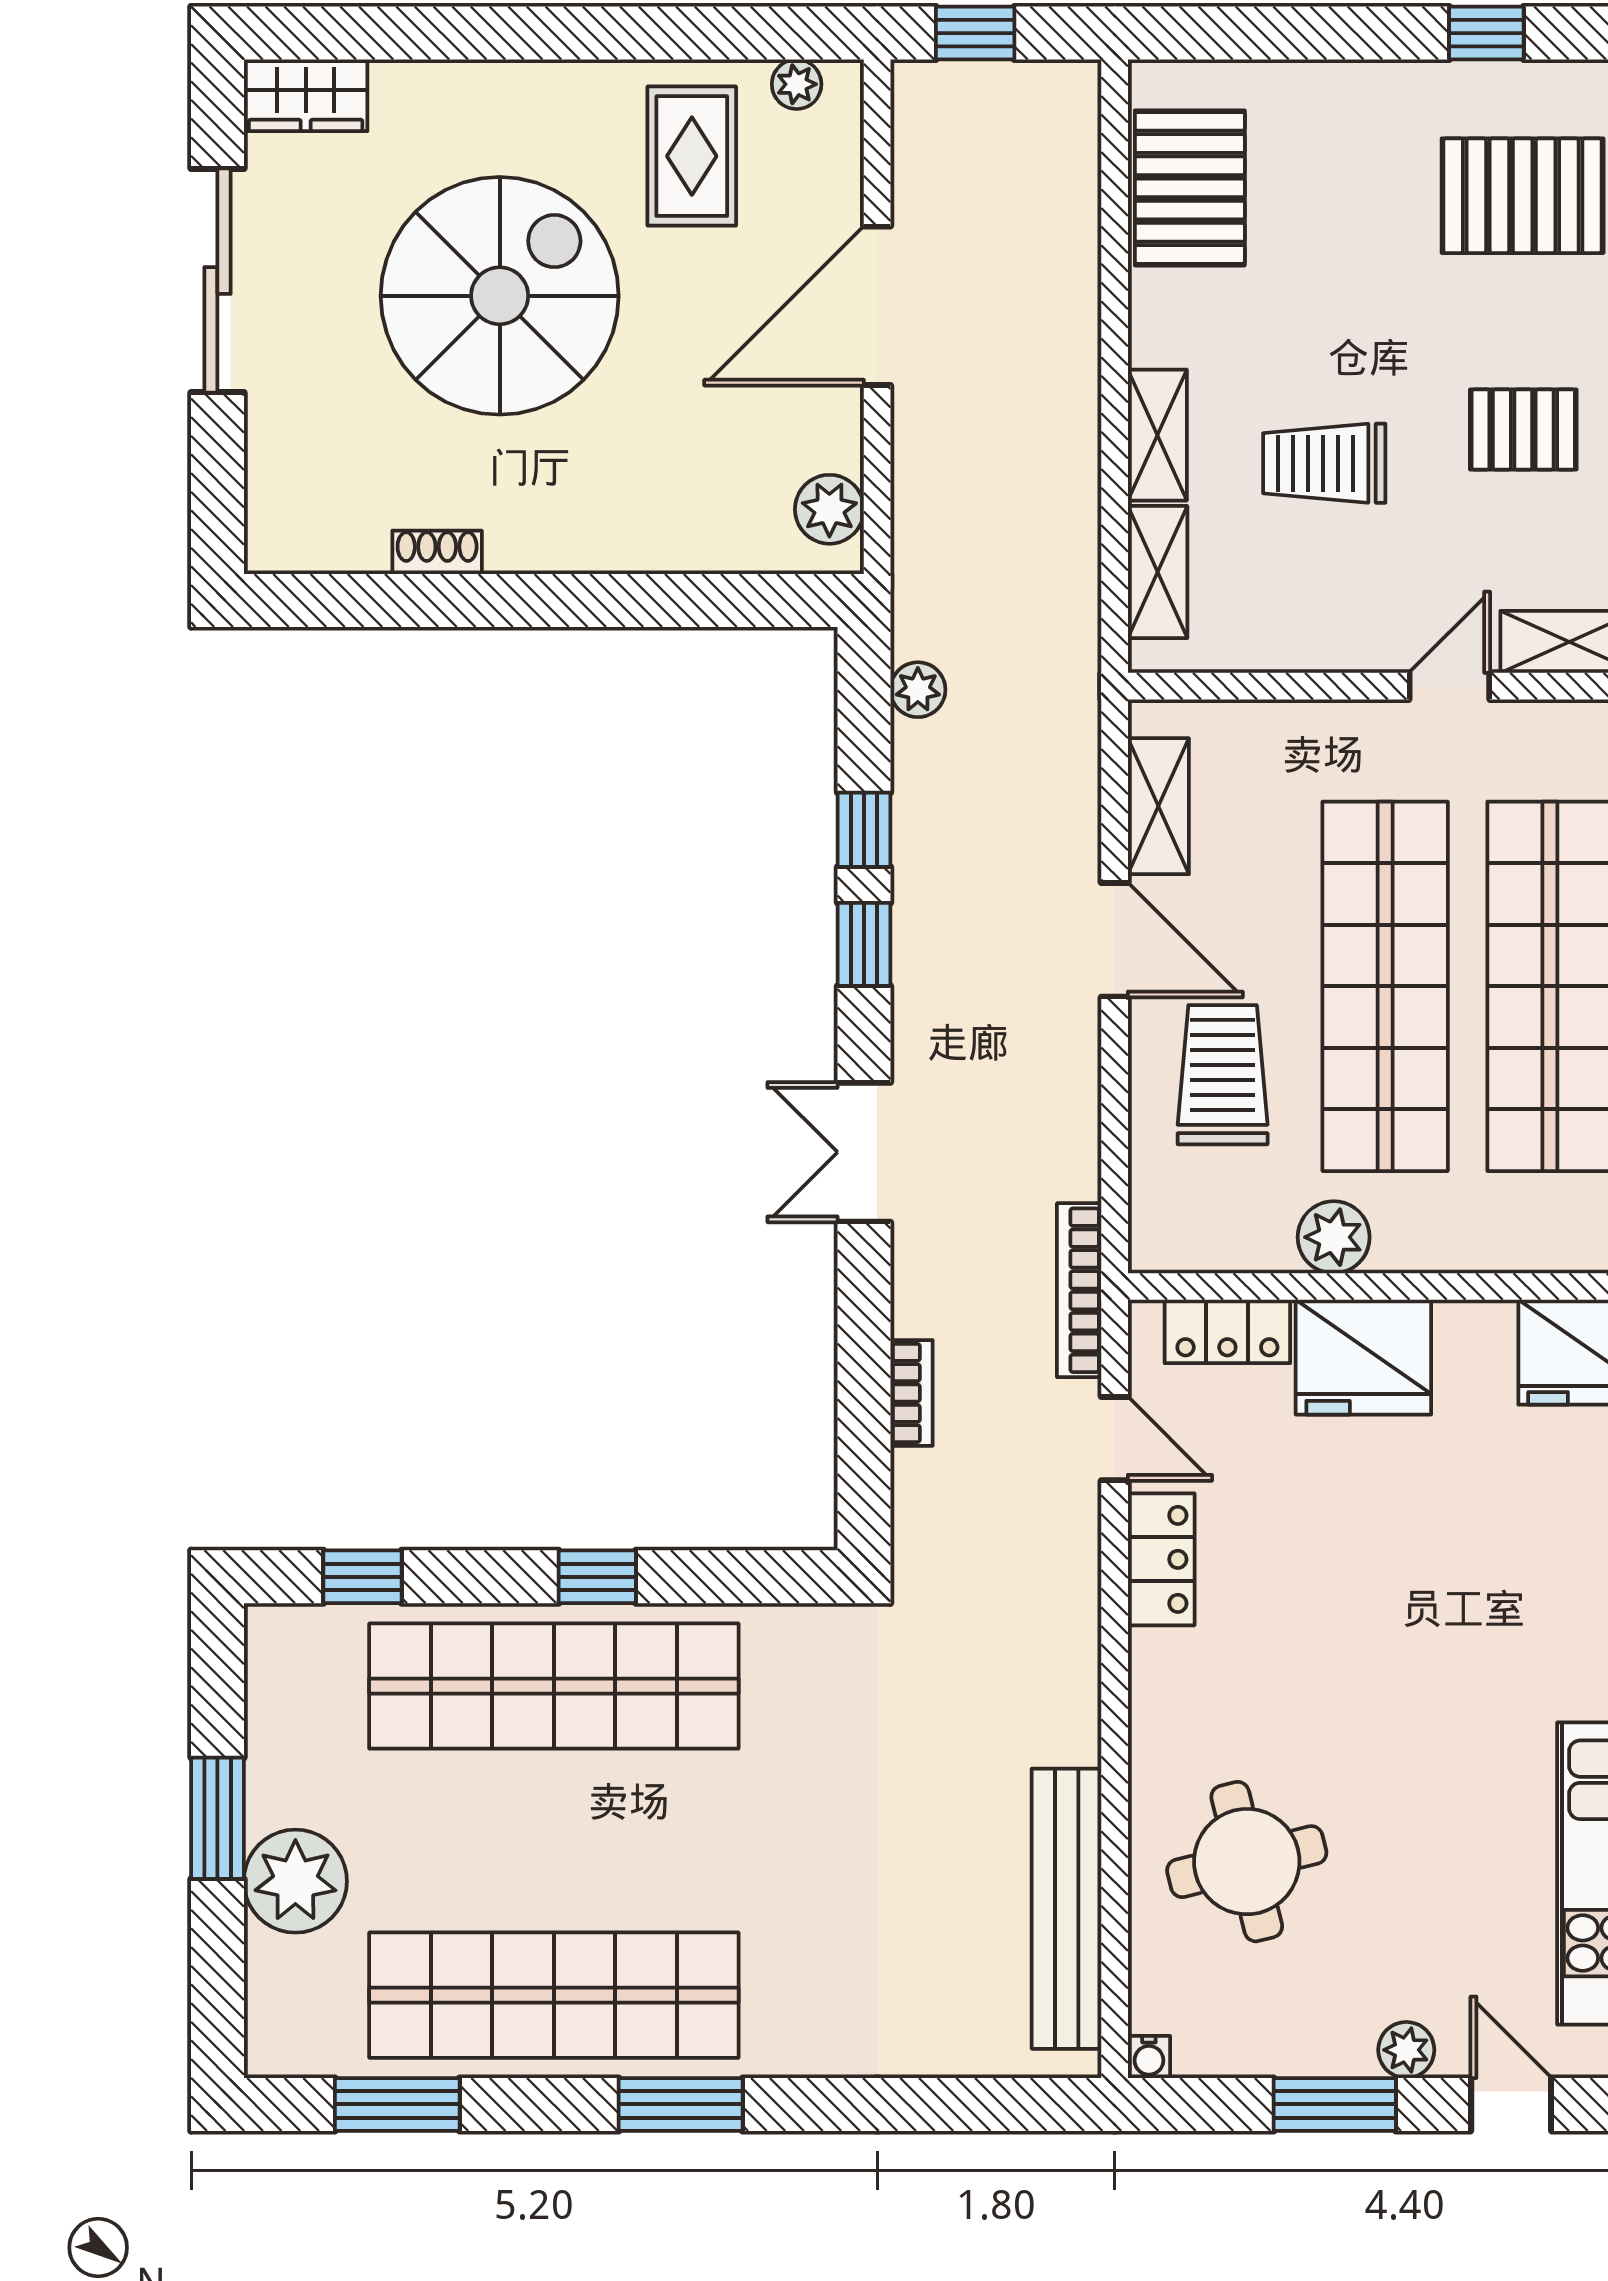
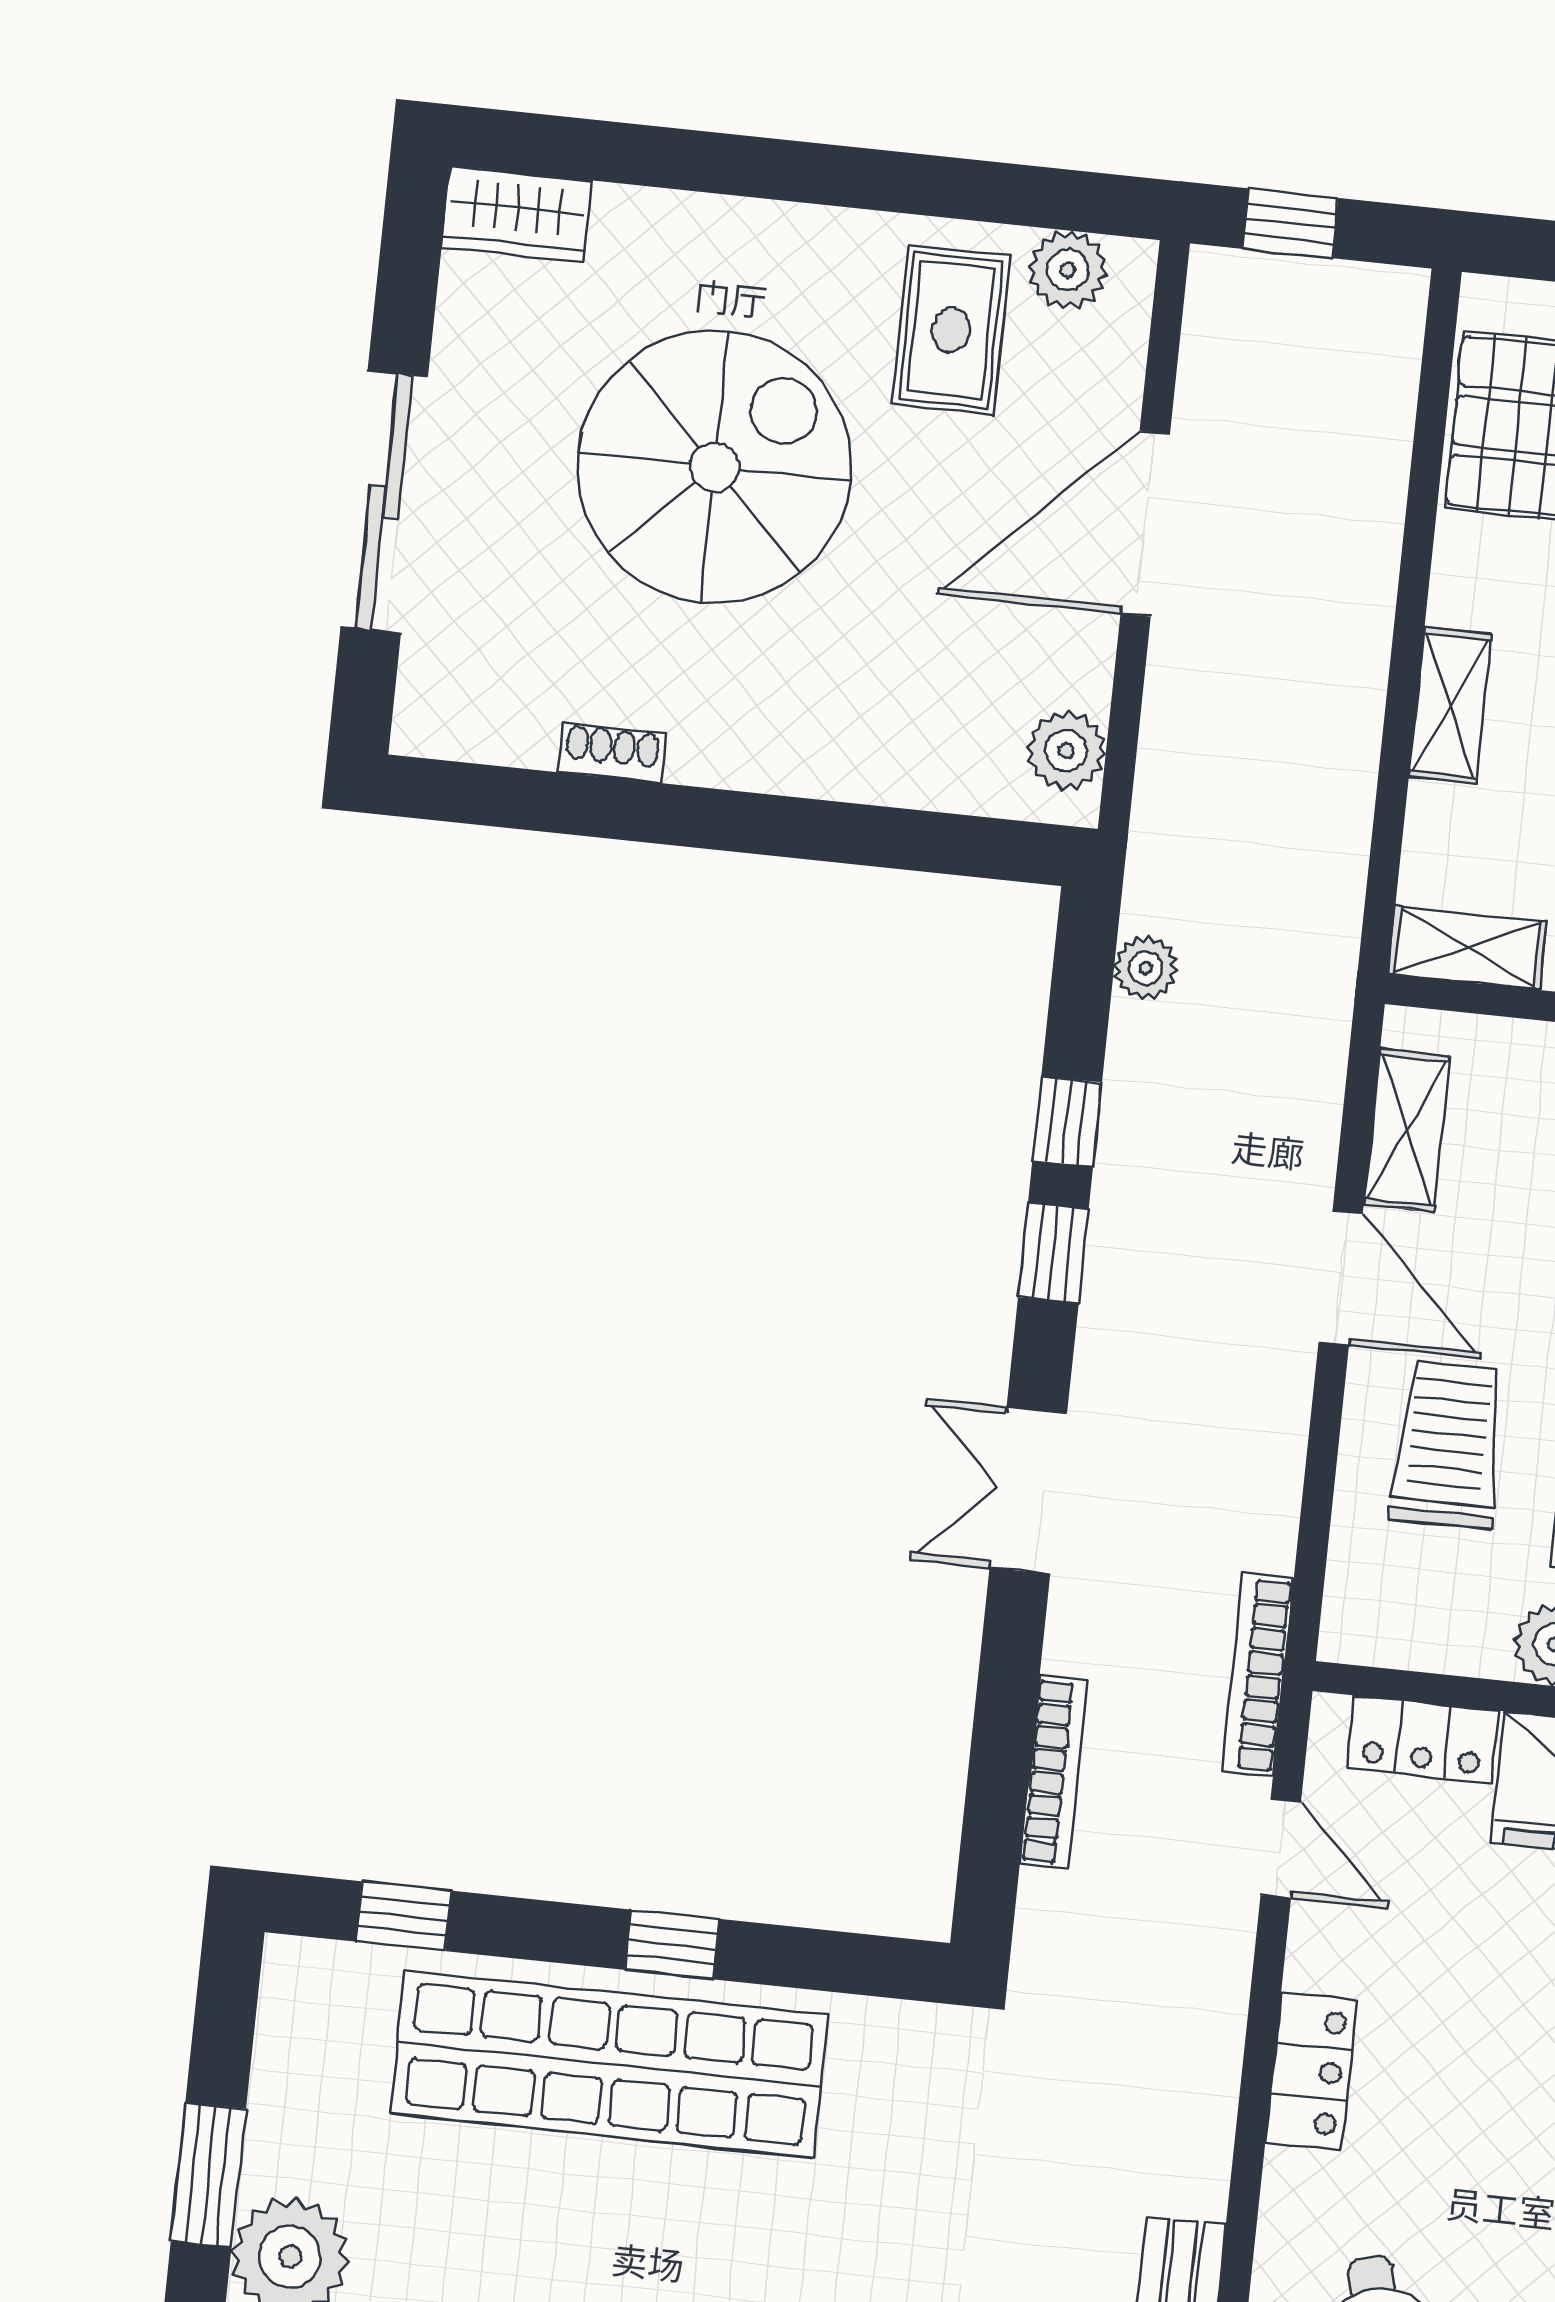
plant: (797, 84) -> (1068, 270), width x1.38, depth x1.38
sliding door: (217, 280) -> (384, 502), moved
shelving: (1158, 572) -> (1467, 948), moved, turned 90
bookcase: (911, 1393) -> (1054, 1772), width x1.56
locker: (1161, 1559) -> (1311, 2071), moved

